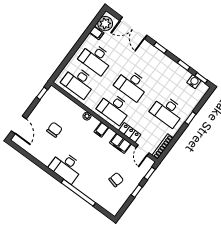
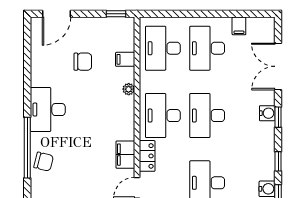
plant: (105, 24) -> (258, 28), removed
water cooler: (154, 52) -> (267, 113), added
filing cabinet: (101, 130) -> (125, 59), moved
chair: (116, 180) -> (44, 162), moved

